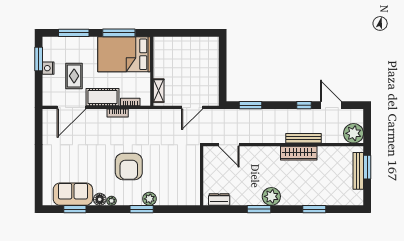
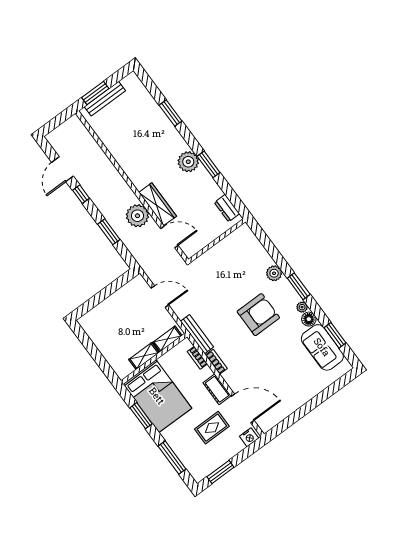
window: (119, 33) -> (141, 416), width x0.69
shelving: (159, 66) -> (144, 356), added
nightstand: (48, 68) -> (249, 437), moved
cot: (103, 97) -> (217, 389), width x0.73, depth x0.75
window: (251, 105) -> (109, 232), moved
plant: (354, 133) -> (137, 216), moved
bench: (303, 138) -> (197, 334), moved
door: (229, 145) -> (169, 237), hinge flipped
wardrobe: (299, 153) -> (158, 204), moved
window: (142, 209) -> (299, 286), moved

